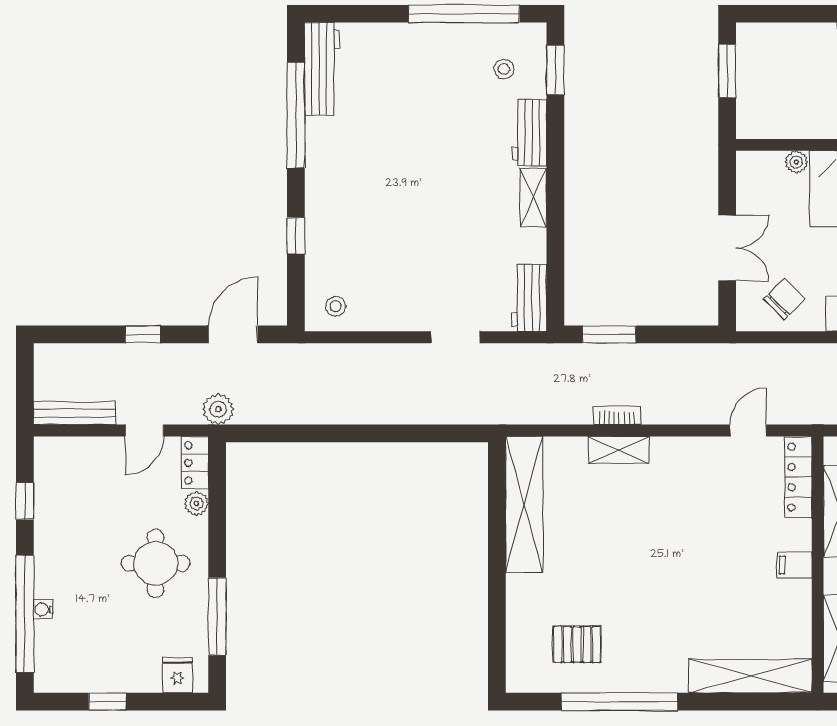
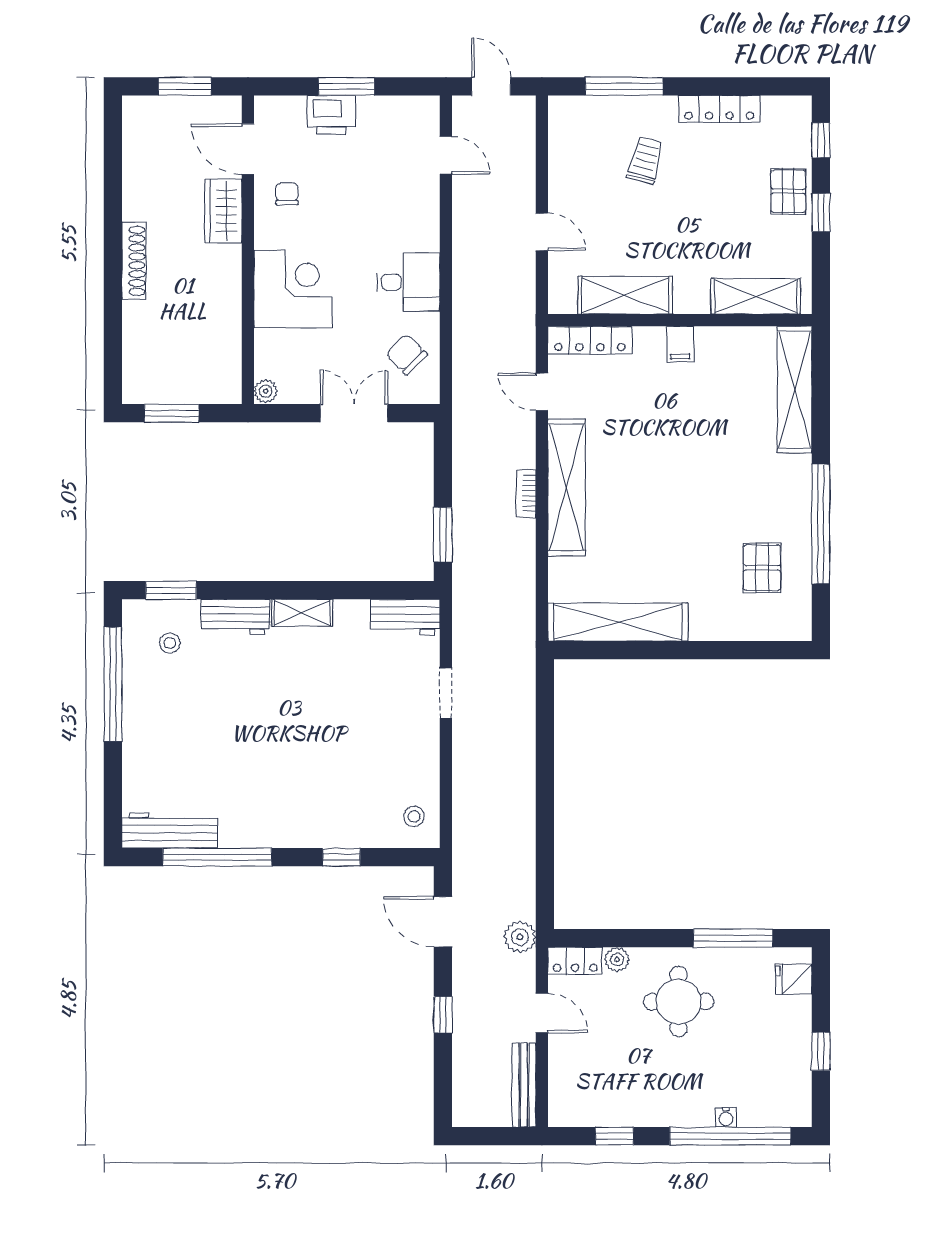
plant: (796, 162) -> (266, 391), moved
bookcase: (617, 415) -> (526, 493), moved
shelving: (619, 450) -> (567, 487), width x2.20, depth x1.33

